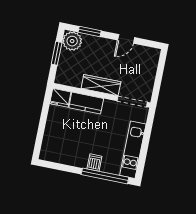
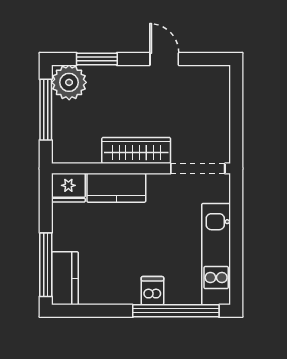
door: (126, 39) -> (164, 59), swing flipped
window: (57, 53) -> (46, 110), width x1.44
window: (40, 137) -> (46, 265), added
kitchen counter: (49, 146) -> (65, 278), added

